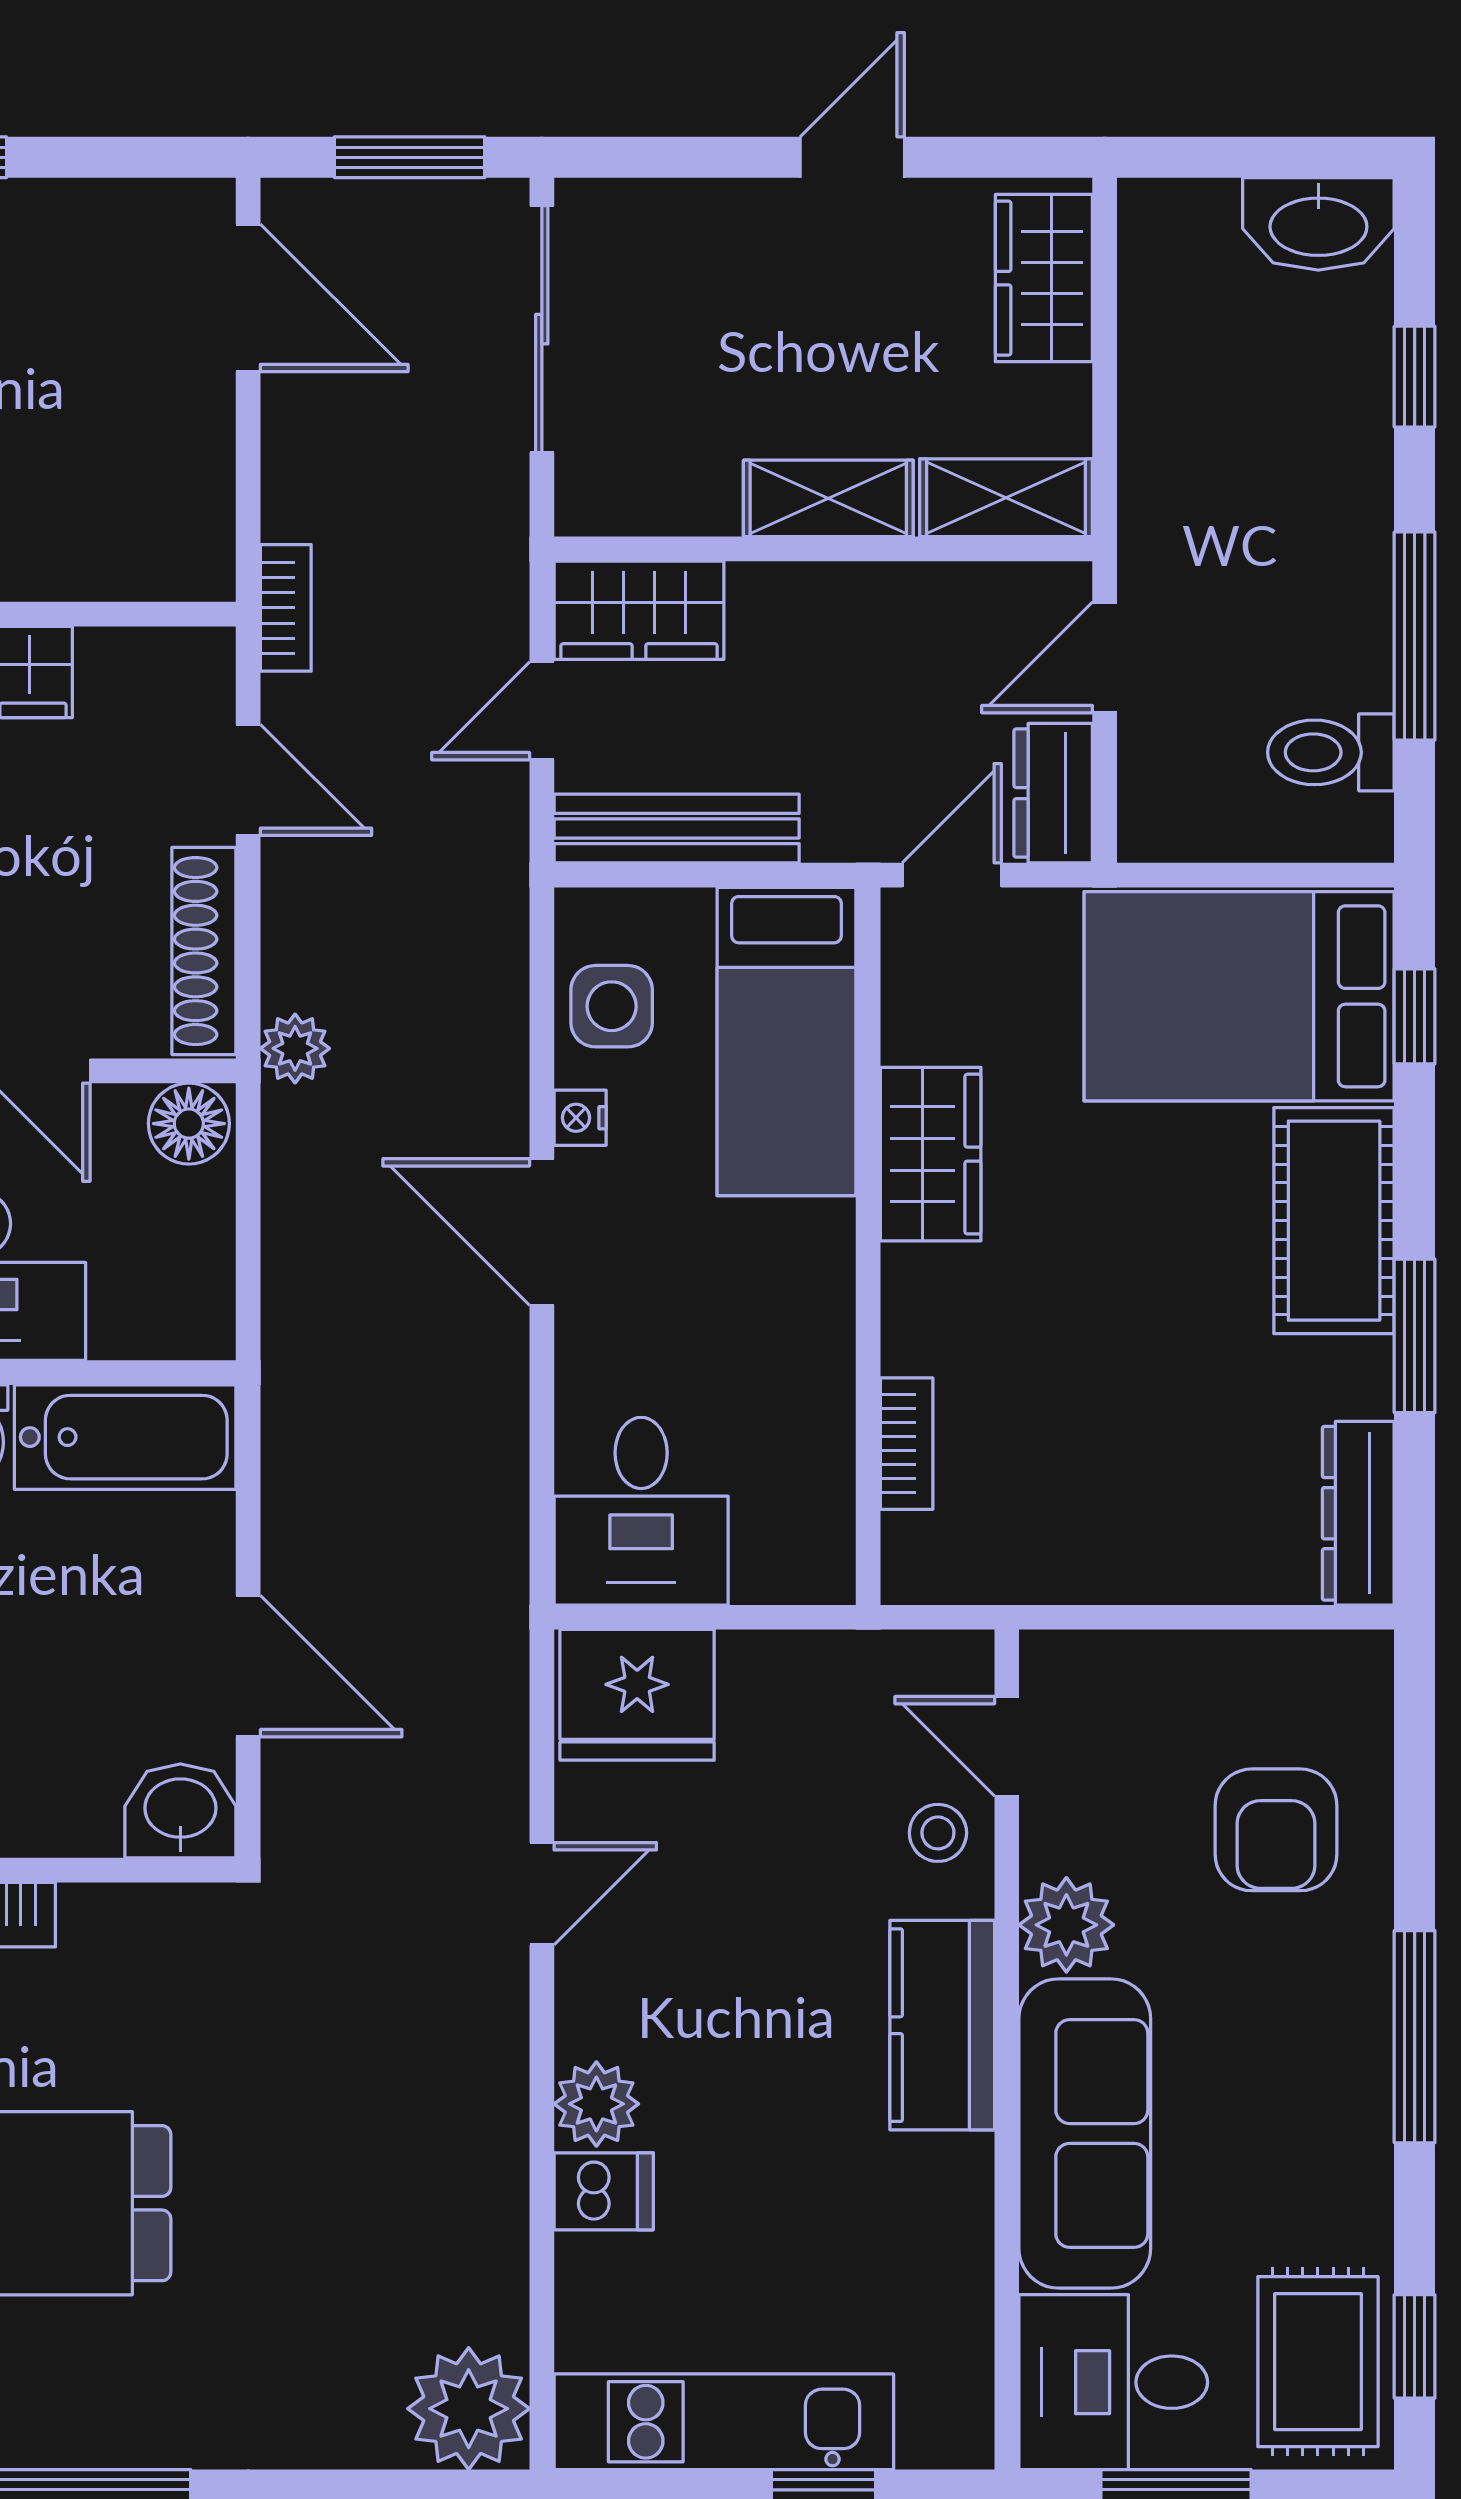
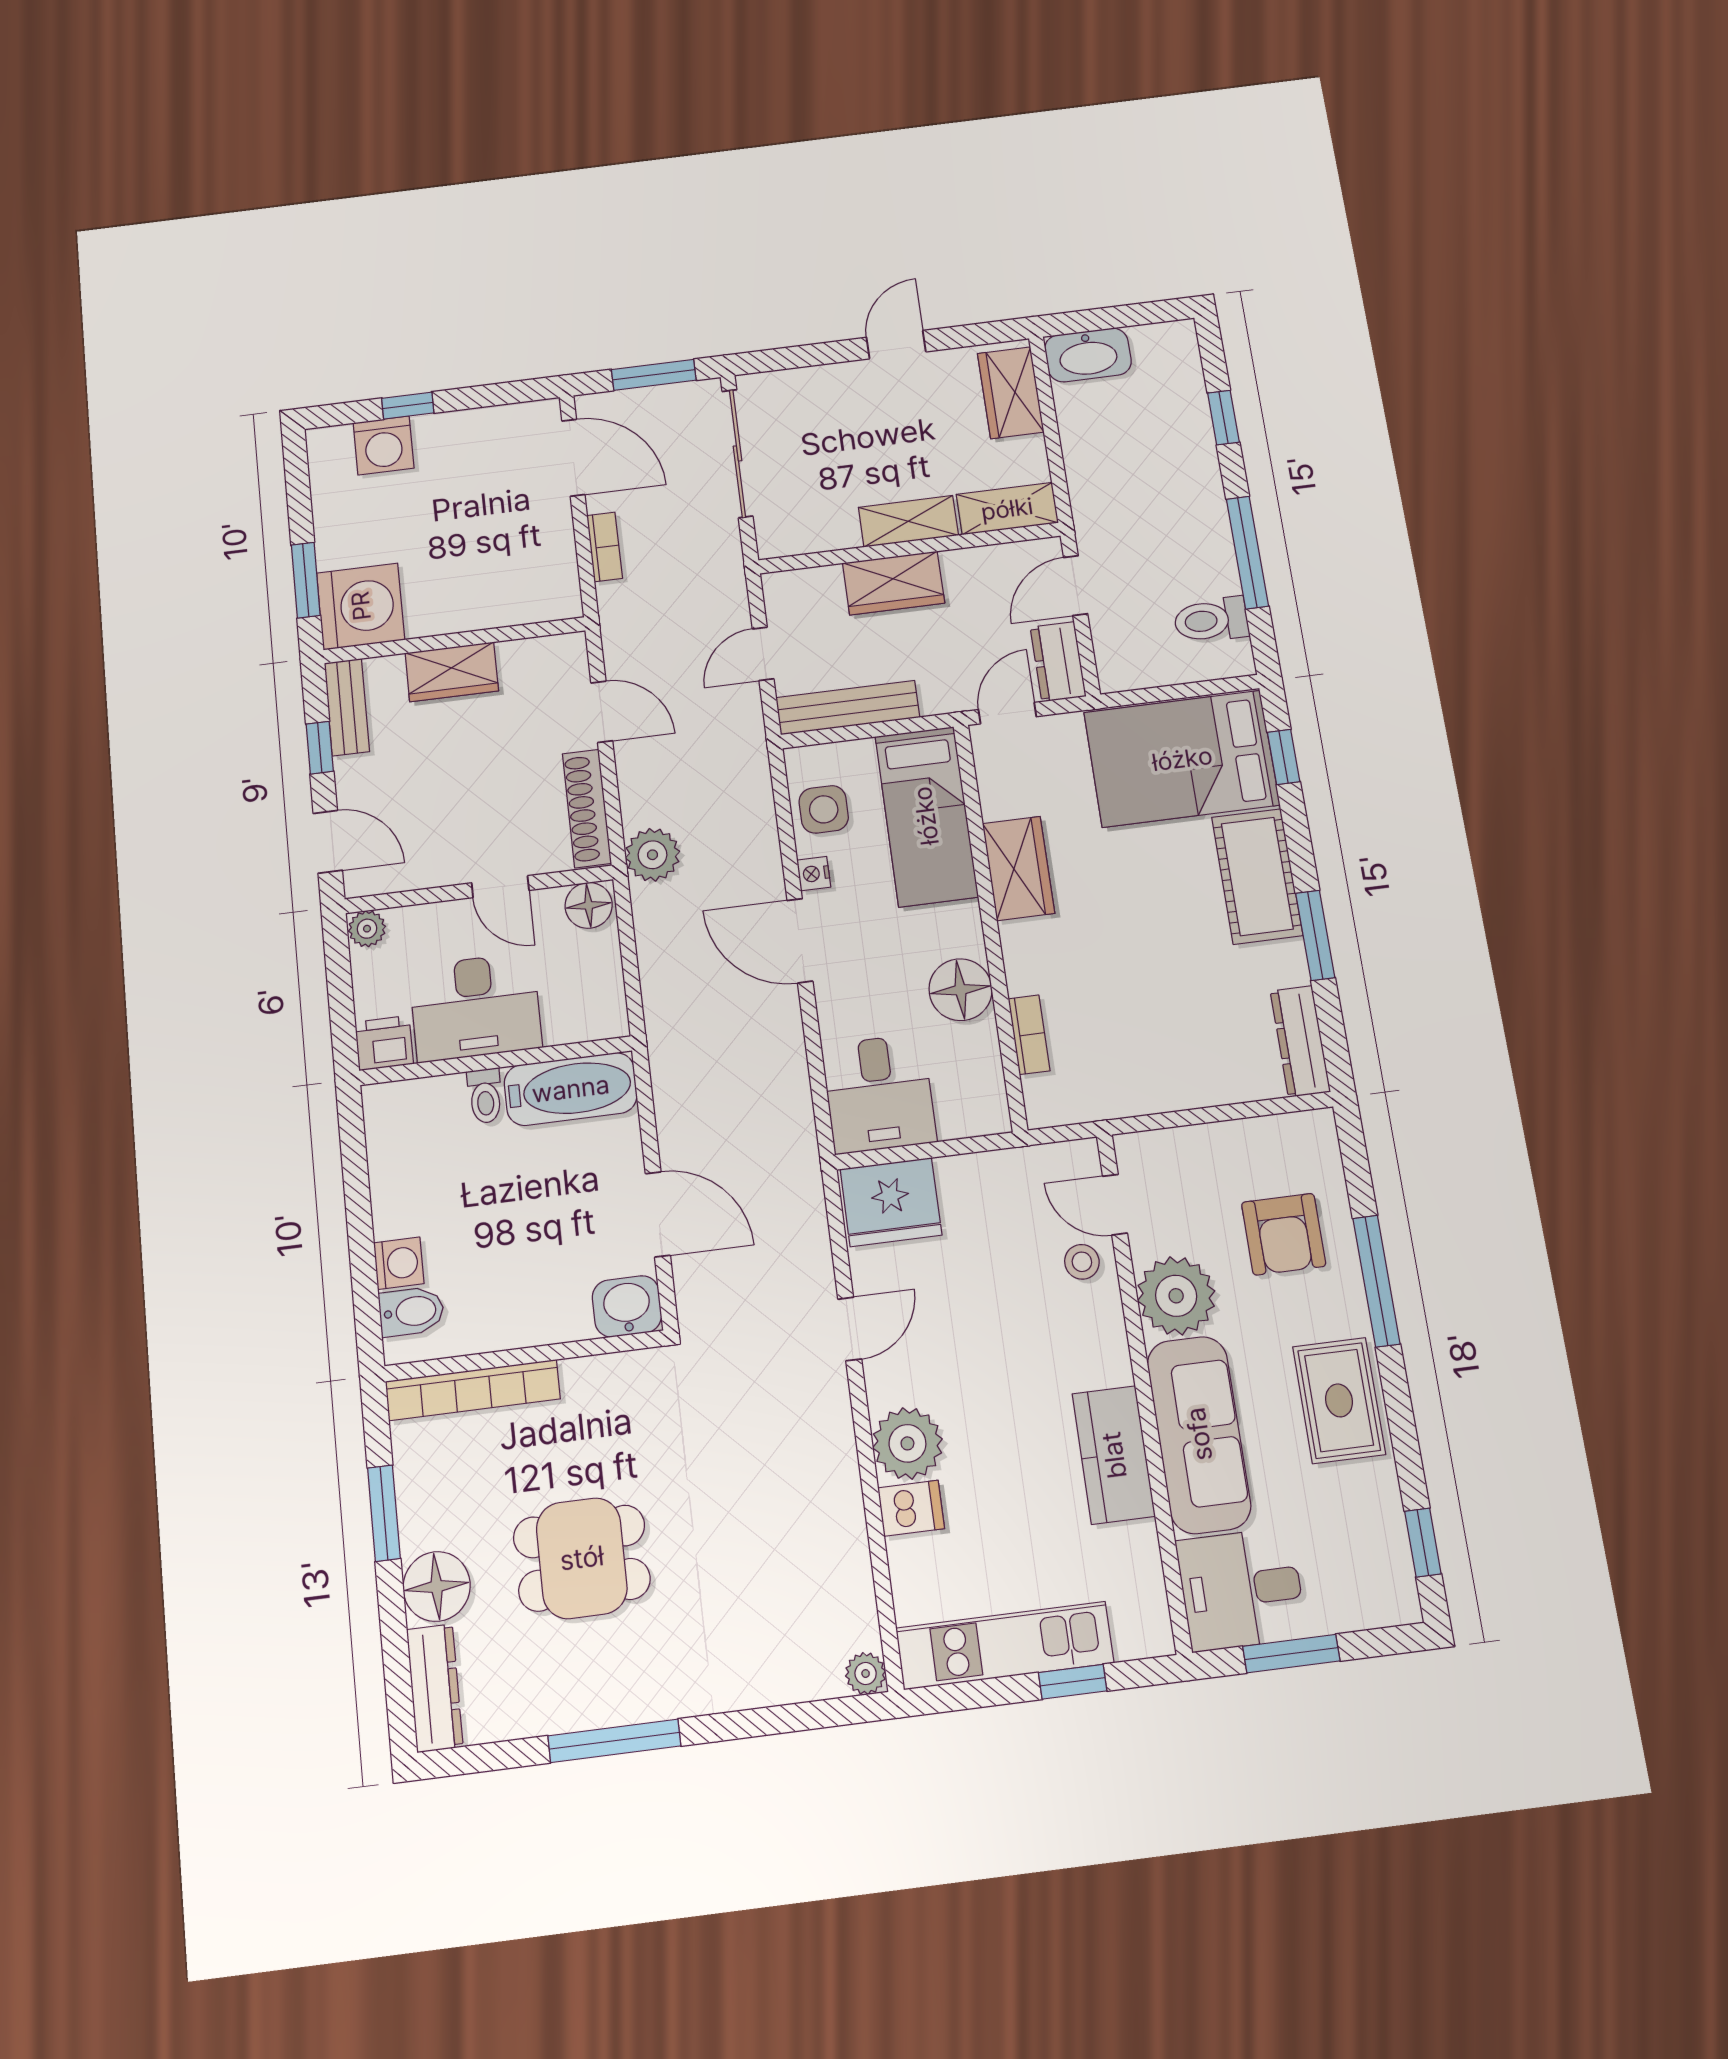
washbasin: (1318, 224) -> (1088, 355), moved
bookcase: (286, 608) -> (605, 547), moved
wardrobe: (639, 610) -> (894, 583), moved
plant: (295, 1048) -> (652, 855), width x1.38, depth x1.38
floor lamp: (802, 1352) -> (960, 990), added
plant: (1066, 1925) -> (1176, 1296), width x1.36, depth x1.36
kitchen counter: (942, 2025) -> (1114, 1455), moved
window: (1415, 2037) -> (1376, 1281), moved
plant: (596, 2104) -> (907, 1443), width x1.36, depth x1.36
rug: (1318, 2362) -> (1339, 1400), moved
plant: (469, 2409) -> (866, 1674), width x0.53, depth x0.53

